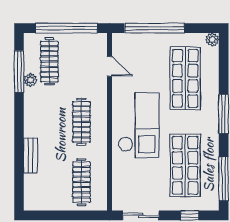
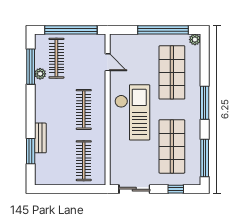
window: (154, 28) -> (163, 30), moved
window: (19, 171) -> (31, 151), added

